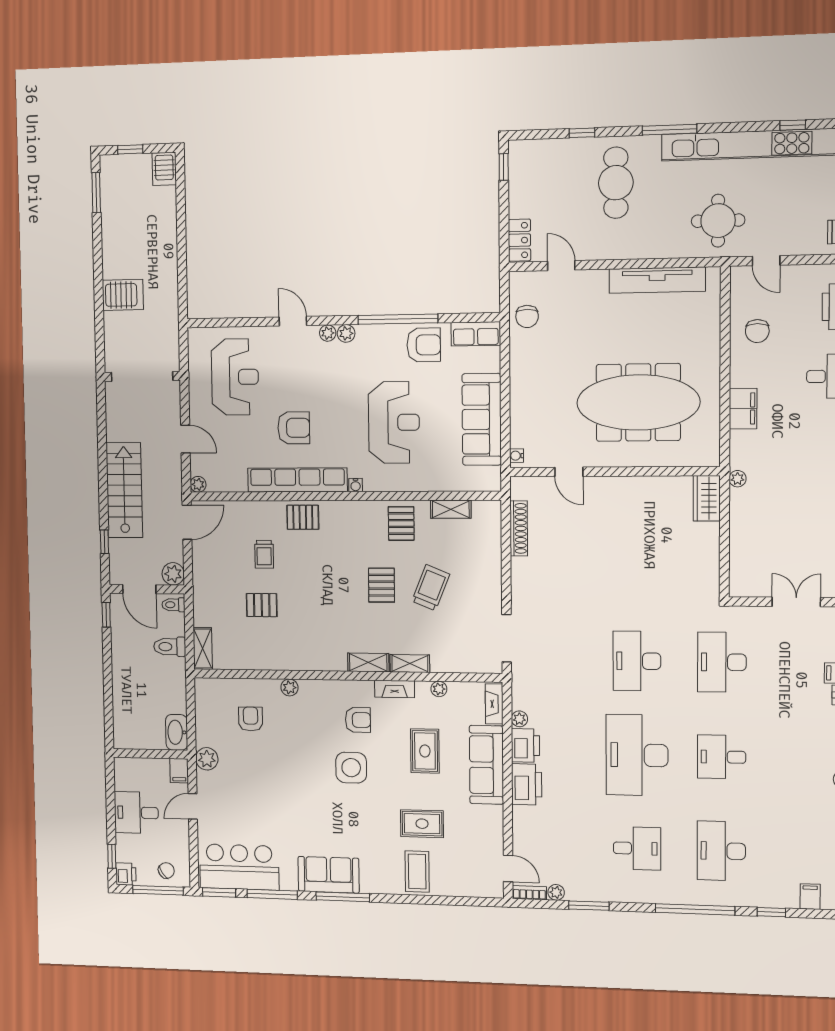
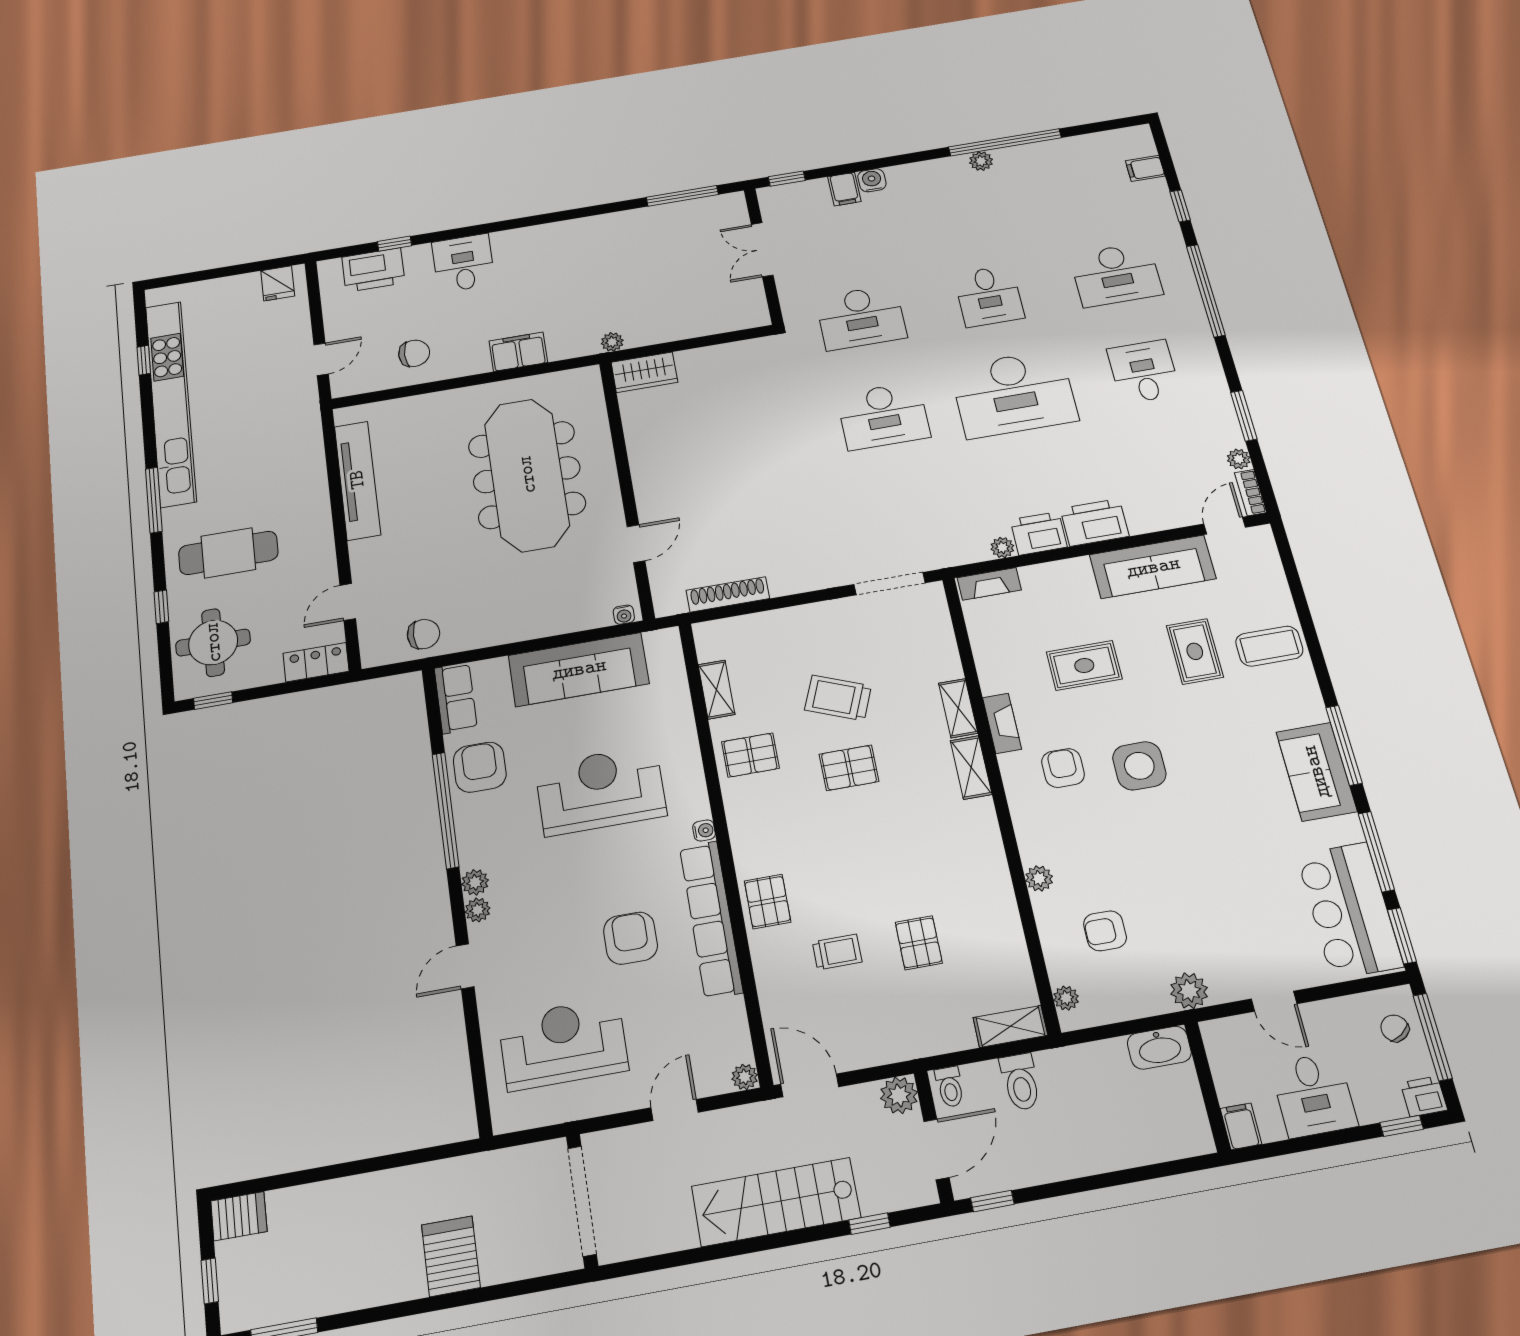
round table: (718, 221) -> (213, 643), moved
plant: (439, 689) -> (1066, 998), moved
sofa: (486, 765) -> (1153, 567), moved
filing cabinet: (179, 771) -> (1241, 1126), moved, turned -90

